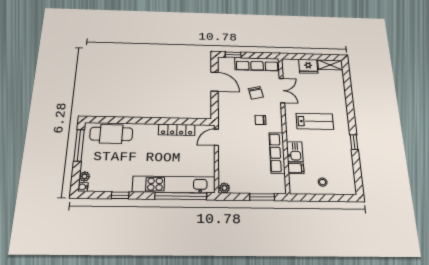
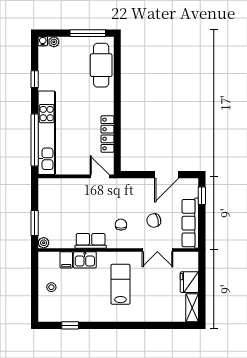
lab bench: (315, 121) -> (120, 284), turned 180
window: (354, 142) -> (70, 325), moved
row of seats: (277, 153) -> (91, 241), width x0.68
plant: (225, 188) -> (44, 243), moved

